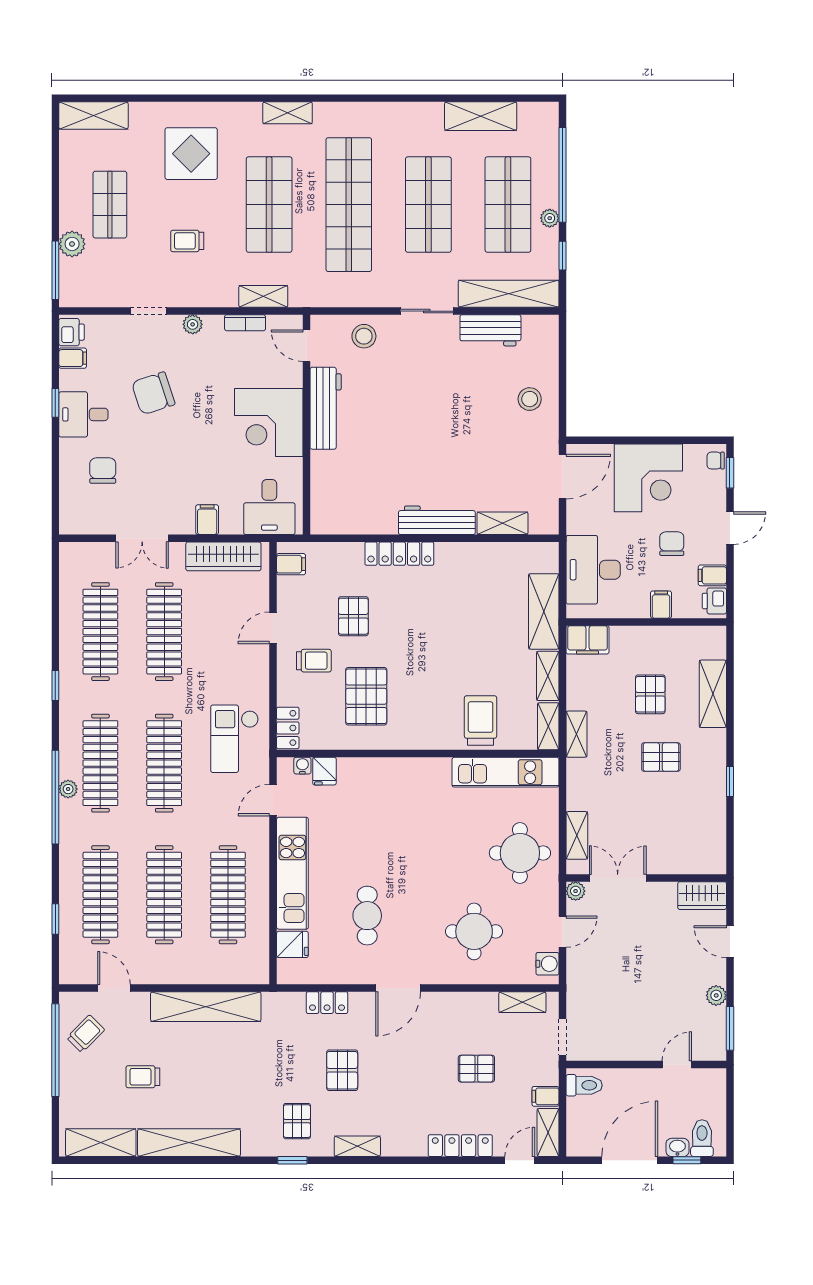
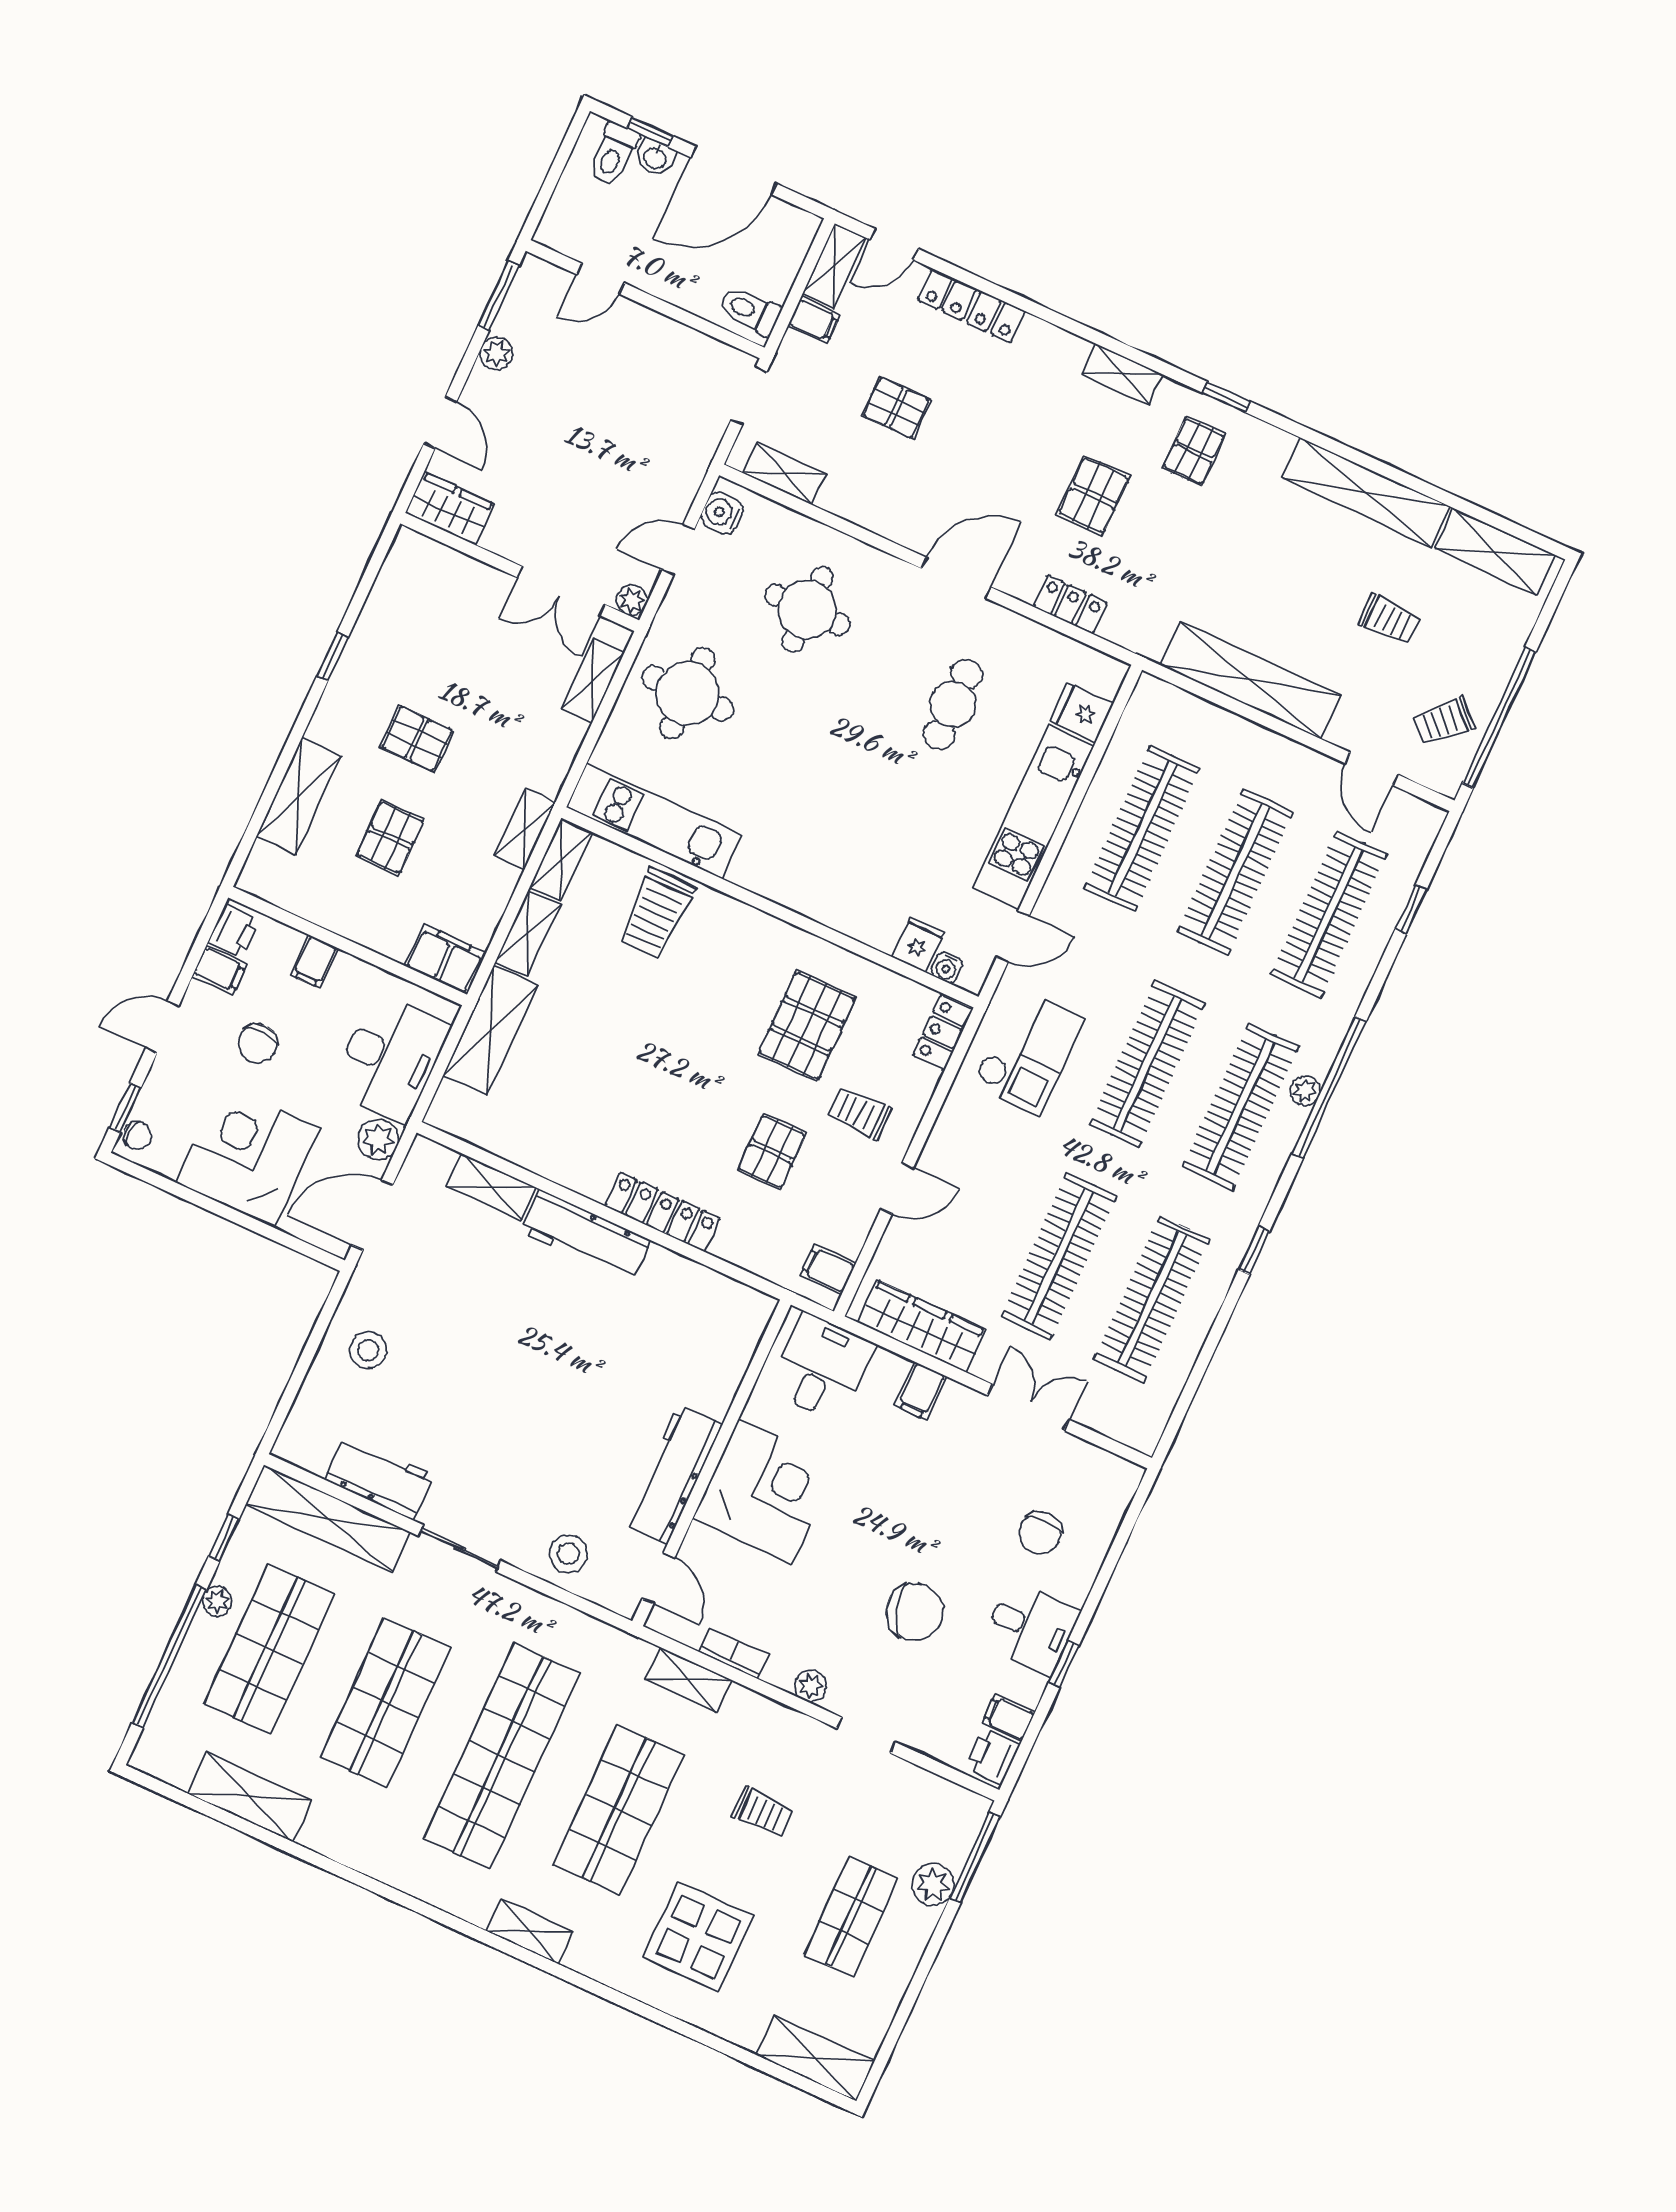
plant: (579, 521) -> (378, 1139), added

